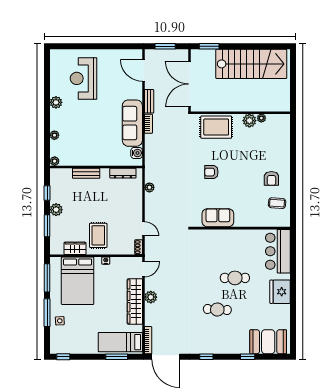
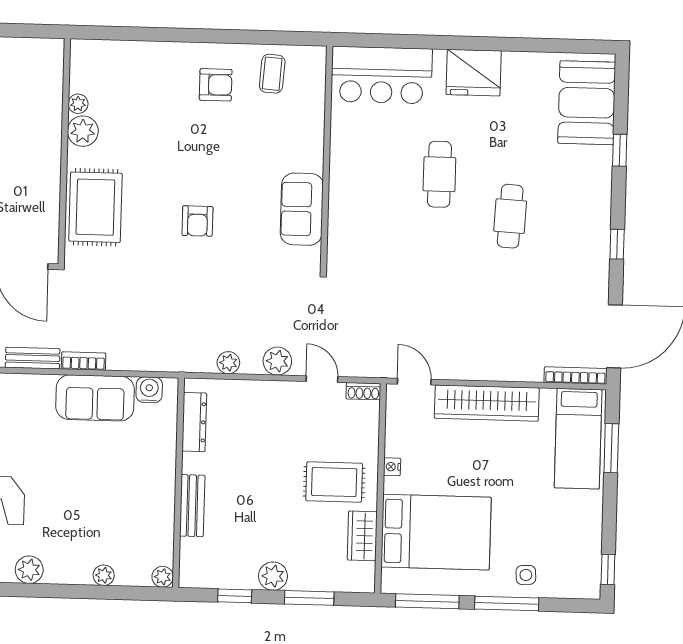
sofa: (132, 123) -> (95, 398), width x0.73
door: (143, 229) -> (322, 379), hinge flipped
plant: (151, 297) -> (277, 361), moved

